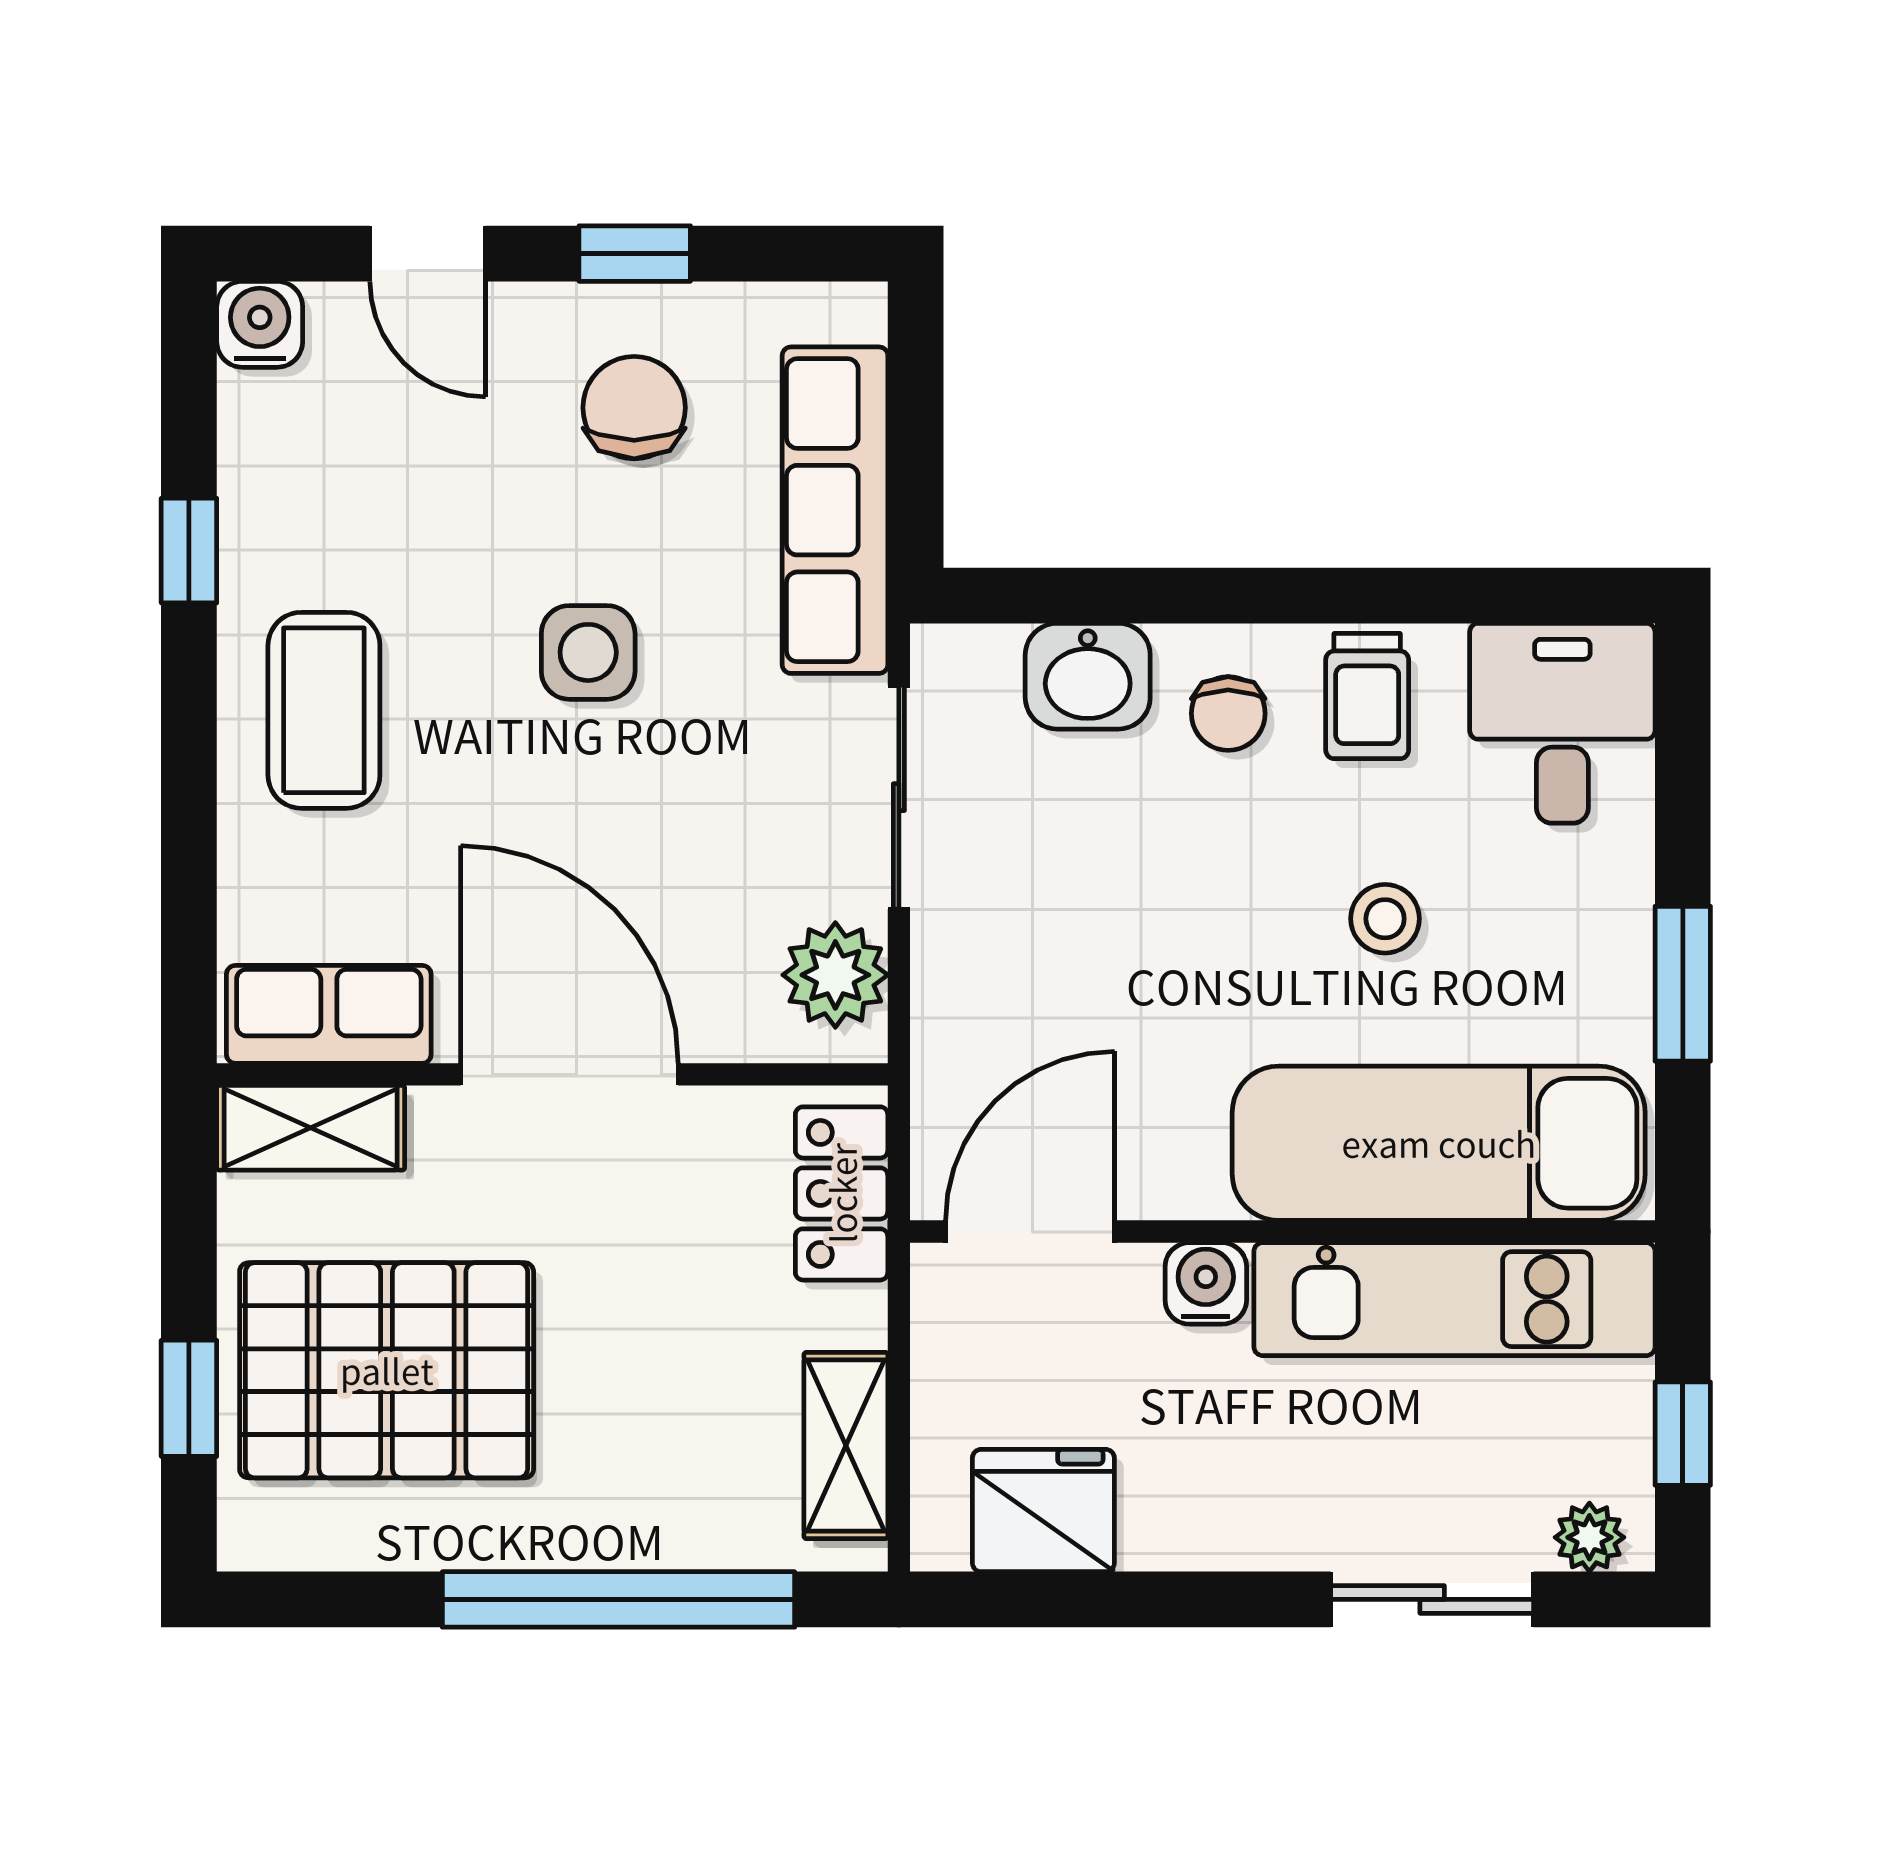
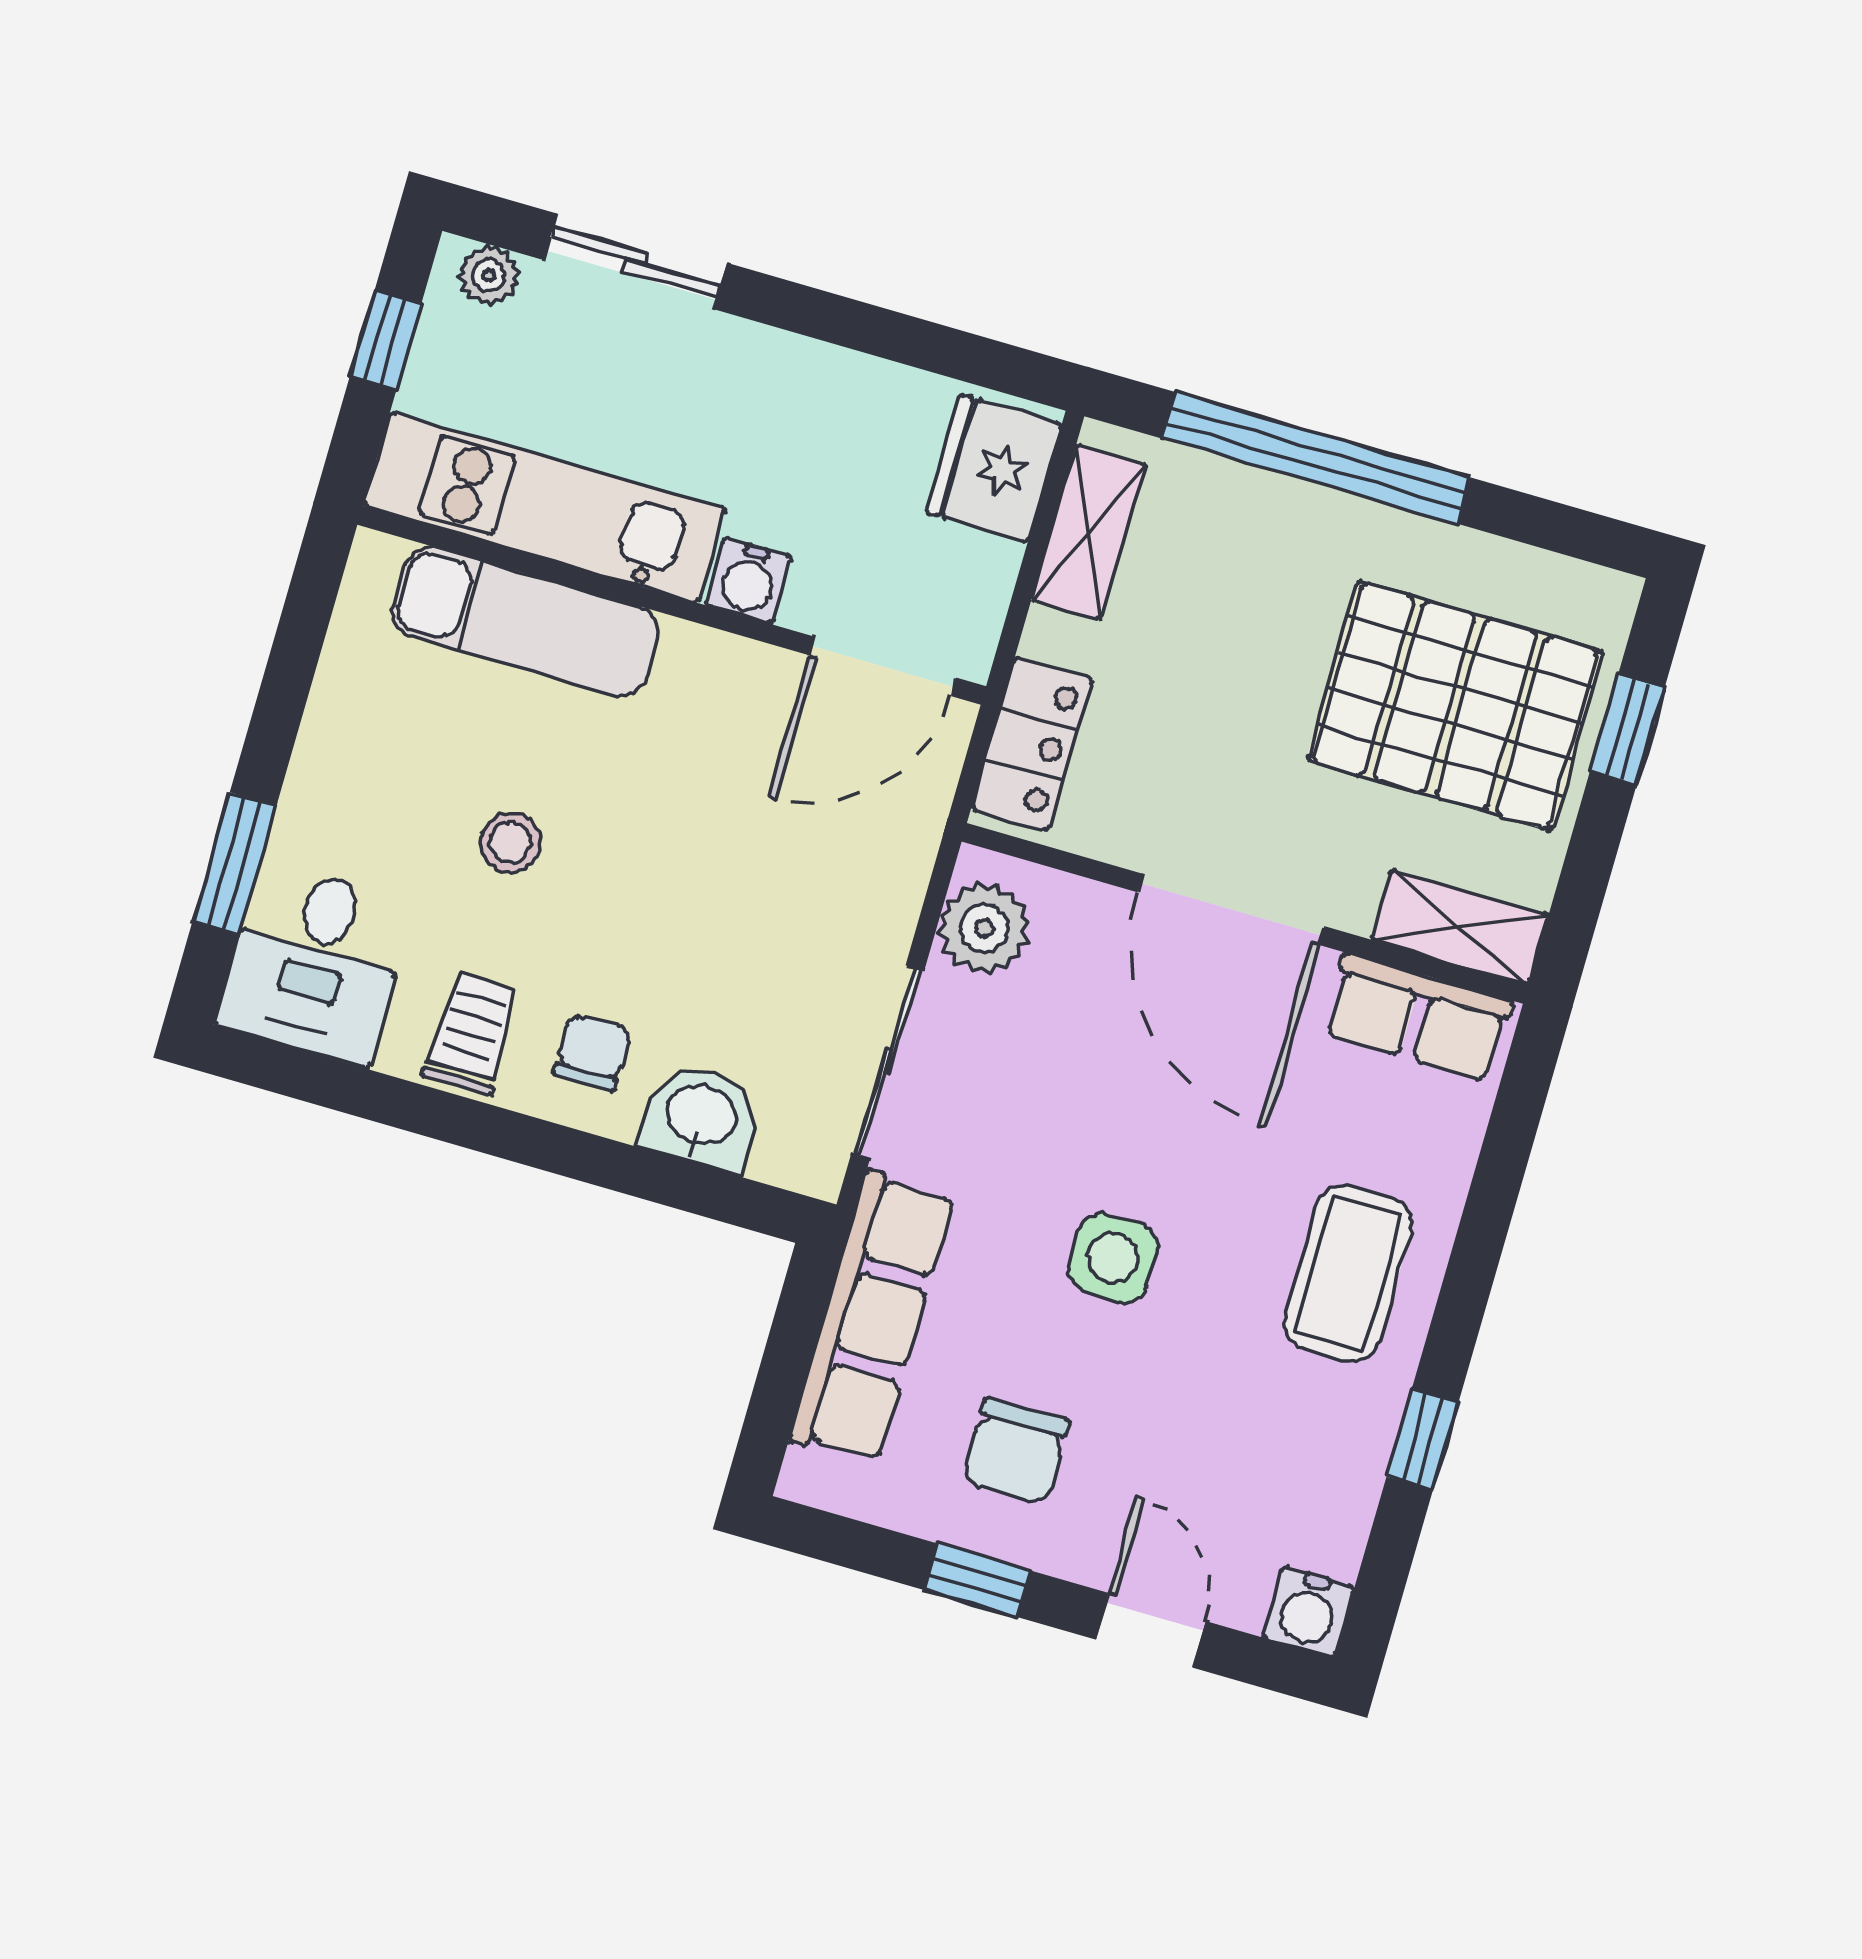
window: (1683, 984) -> (234, 864), moved
exam couch: (1439, 1143) -> (526, 621), width x0.73, depth x0.69
fridge: (1043, 1511) -> (994, 468), moved, turned 90

